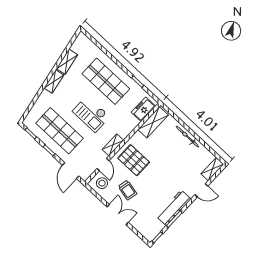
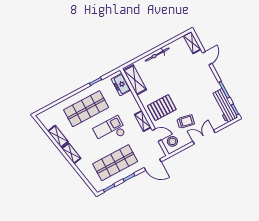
checkout: (91, 114) -> (110, 131), turned 180
workbench: (174, 208) -> (224, 106), moved

